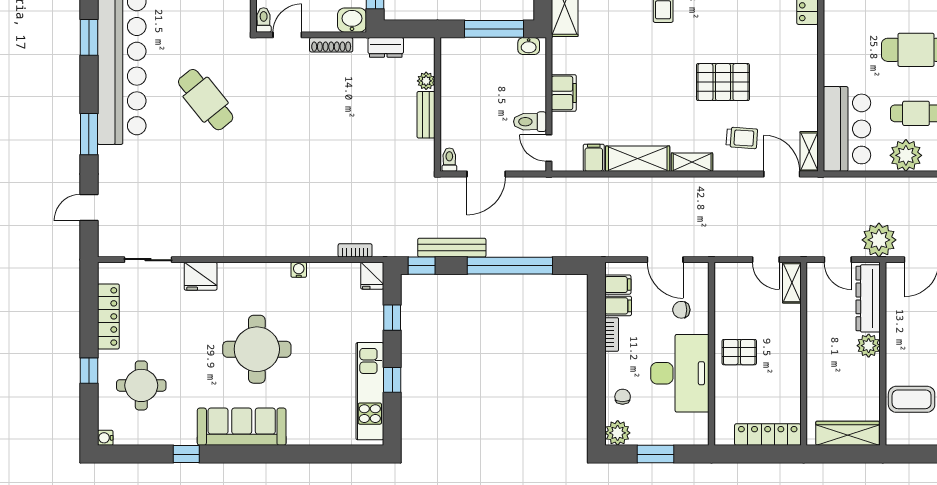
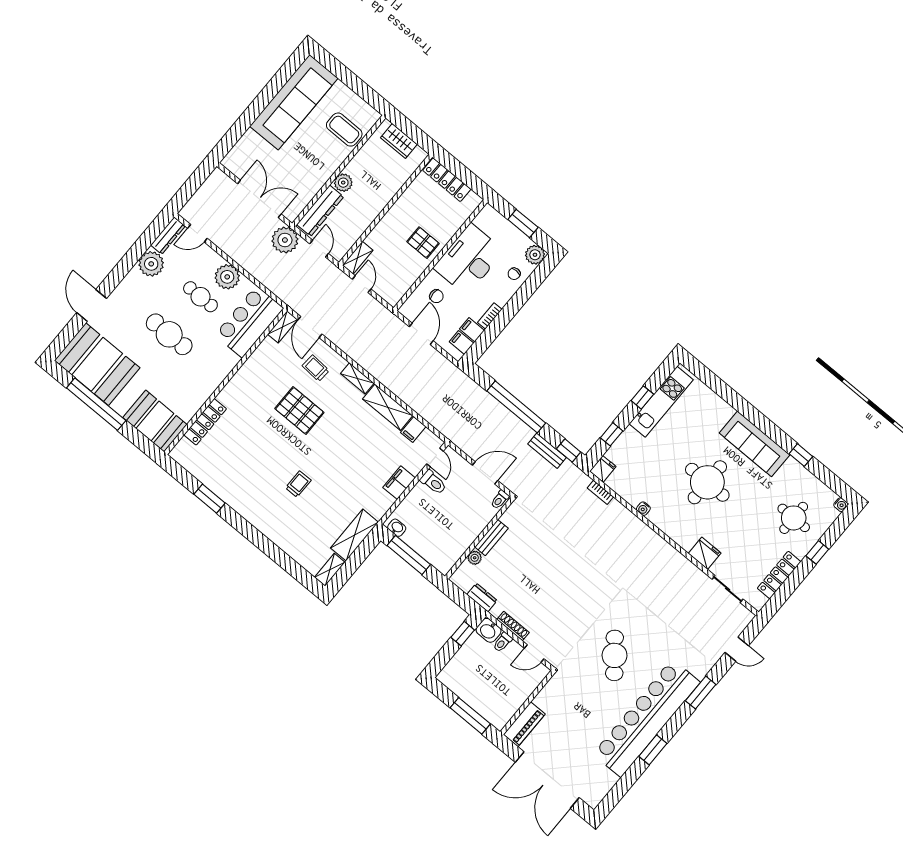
toilet: (264, 20) -> (503, 642), moved
bench: (452, 248) -> (547, 451), width x0.73
wardrobe: (848, 433) -> (399, 141), width x0.67

